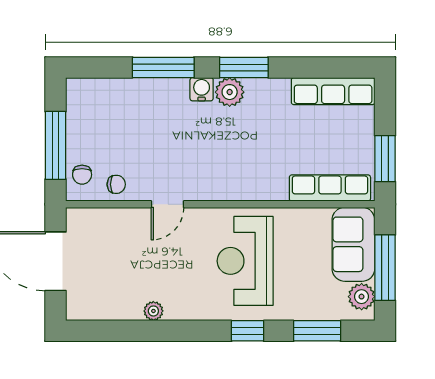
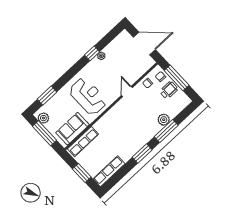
water cooler: (202, 89) -> (149, 135), removed
plant: (230, 92) -> (164, 120), moved
wheelchair: (90, 136) -> (169, 90), added
window: (385, 159) -> (82, 173), moved
sofa: (353, 244) -> (73, 129), moved, turned -90
window: (248, 331) -> (92, 53), moved

